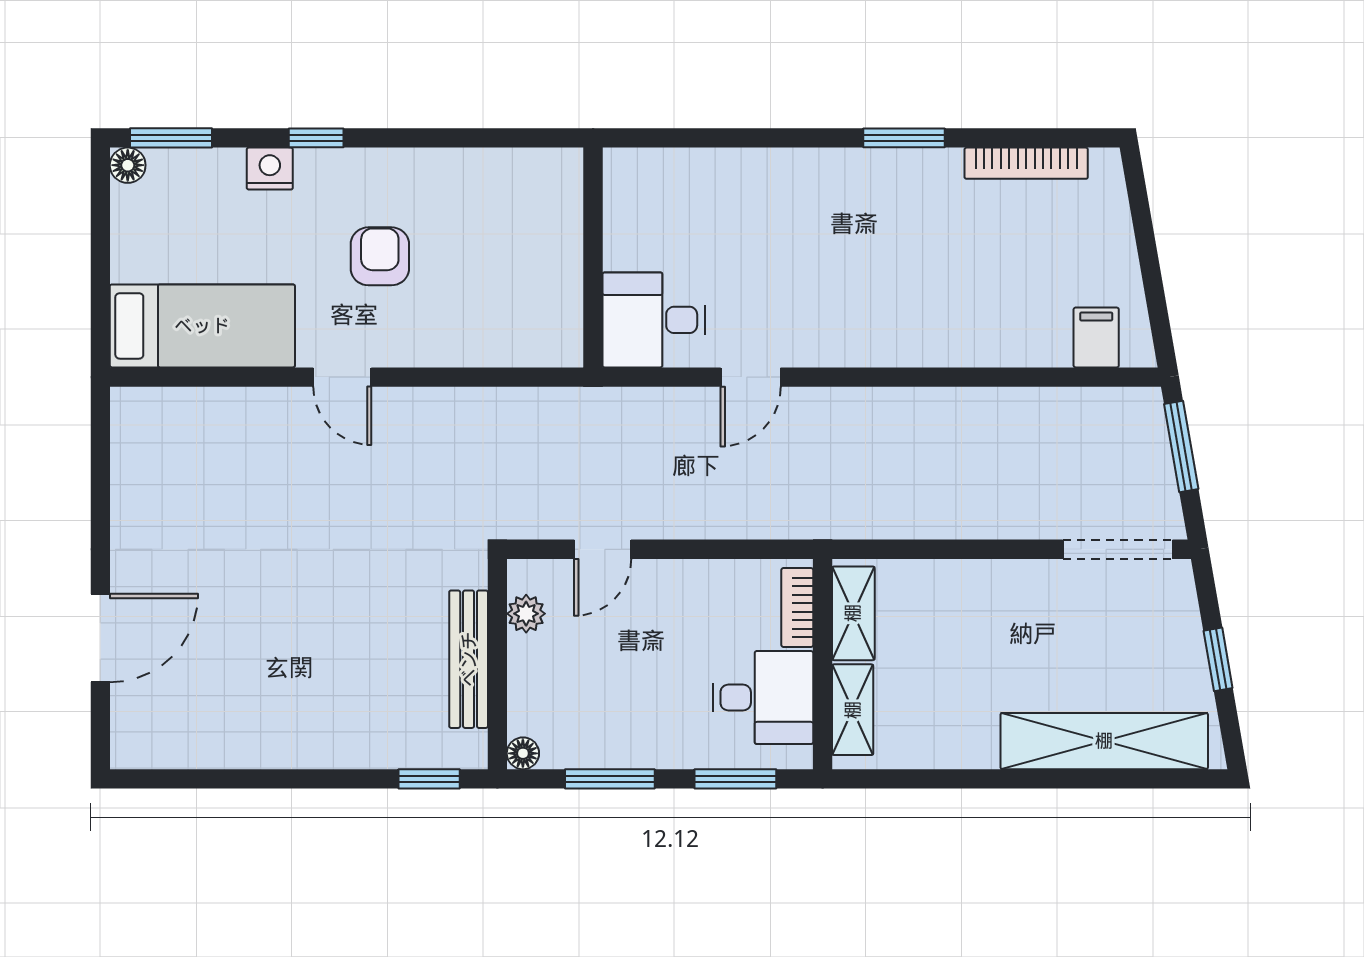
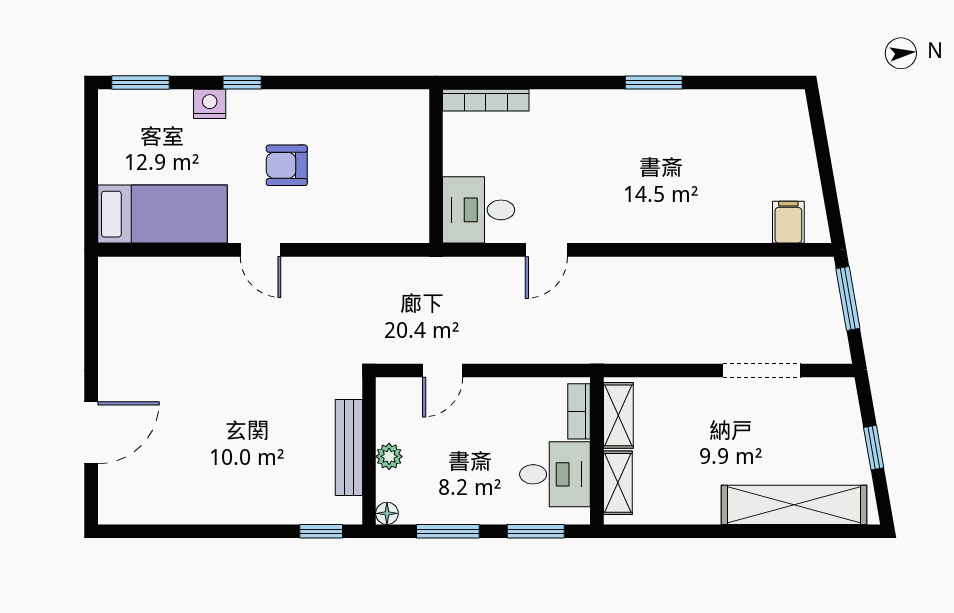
bookcase: (1026, 163) -> (486, 100), moved
floor lamp: (128, 165) -> (110, 102), removed
armchair: (380, 256) -> (287, 165), turned -90
doorway: (1118, 549) -> (761, 371), moved
plant: (526, 614) -> (389, 456), moved

